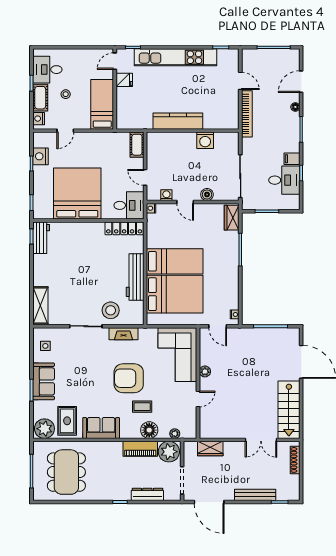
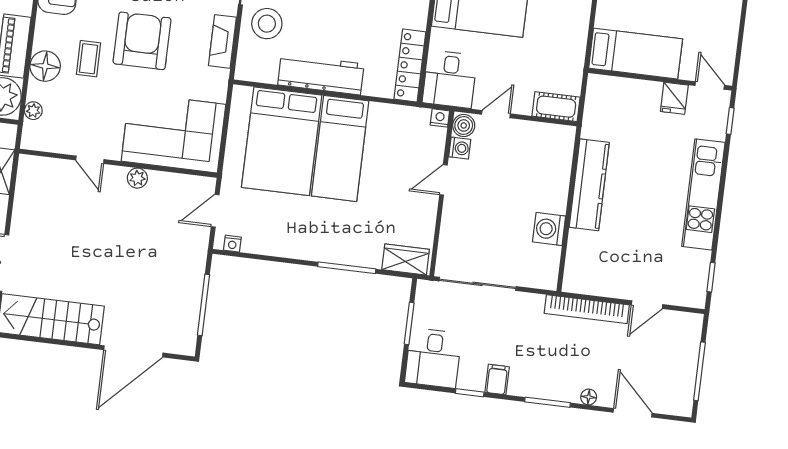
kitchen unit: (175, 57) -> (703, 194), width x0.73
desk: (284, 180) -> (433, 358), moved
boiler: (207, 195) -> (464, 125), moved

